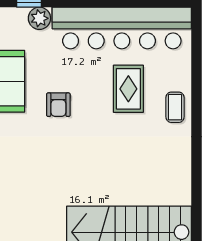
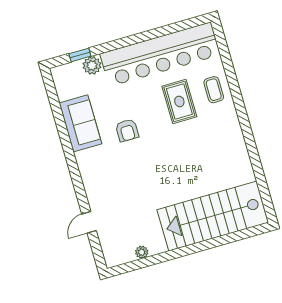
coffee table: (175, 107) -> (214, 90), moved

